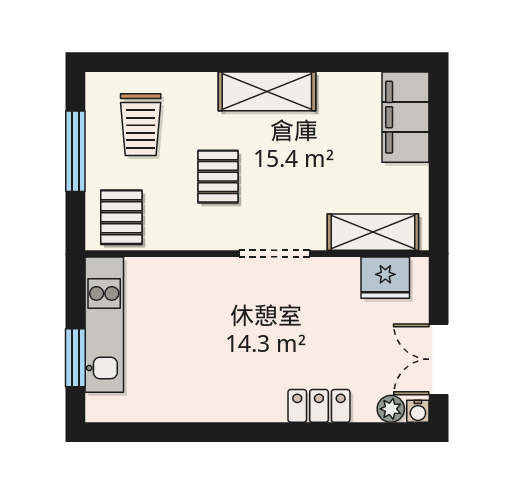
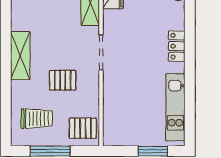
kitchen unit: (104, 325) -> (175, 107), moved, turned -90
locker: (319, 406) -> (177, 46), moved

